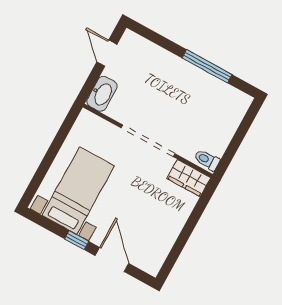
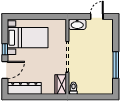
dresser: (161, 244) -> (24, 88), added

